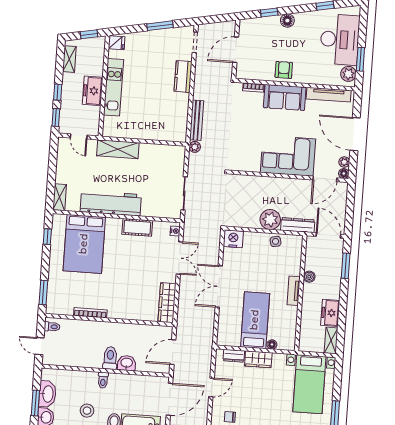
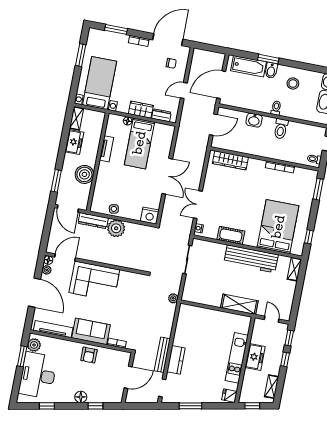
bench: (197, 120) -> (162, 355), moved
boiler: (309, 277) -> (84, 174), width x1.86, depth x1.86
tv unit: (294, 291) -> (107, 149), moved
wardrobe: (167, 303) -> (230, 160), moved, turned 90
toilet: (110, 358) -> (281, 129), moved

